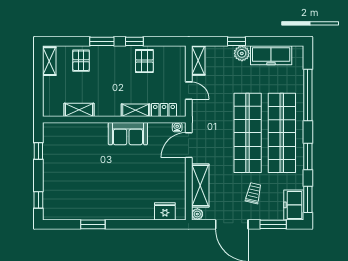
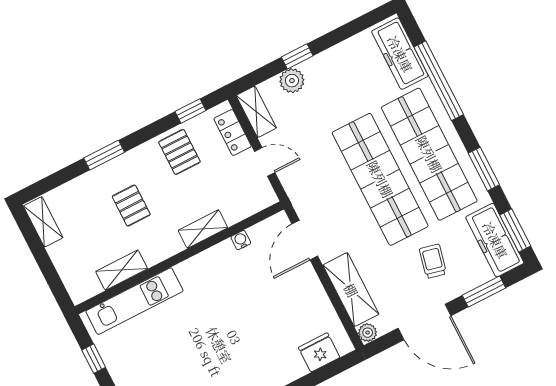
window: (134, 41) -> (190, 111), moved
plant: (242, 53) -> (292, 81), moved
freezer: (271, 55) -> (400, 54), moved, turned 90
pallet: (81, 61) -> (131, 206), moved
locker: (164, 110) -> (233, 132), moved, turned -90
water cooler: (177, 127) -> (241, 240), moved
kitchen unit: (77, 131) -> (134, 301), added
sofa: (128, 134) -> (209, 268), removed
freezer: (294, 205) -> (495, 240), width x1.40

